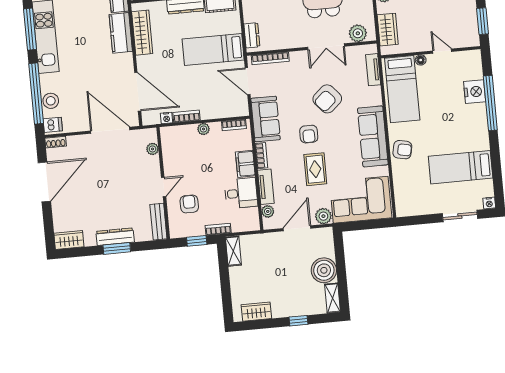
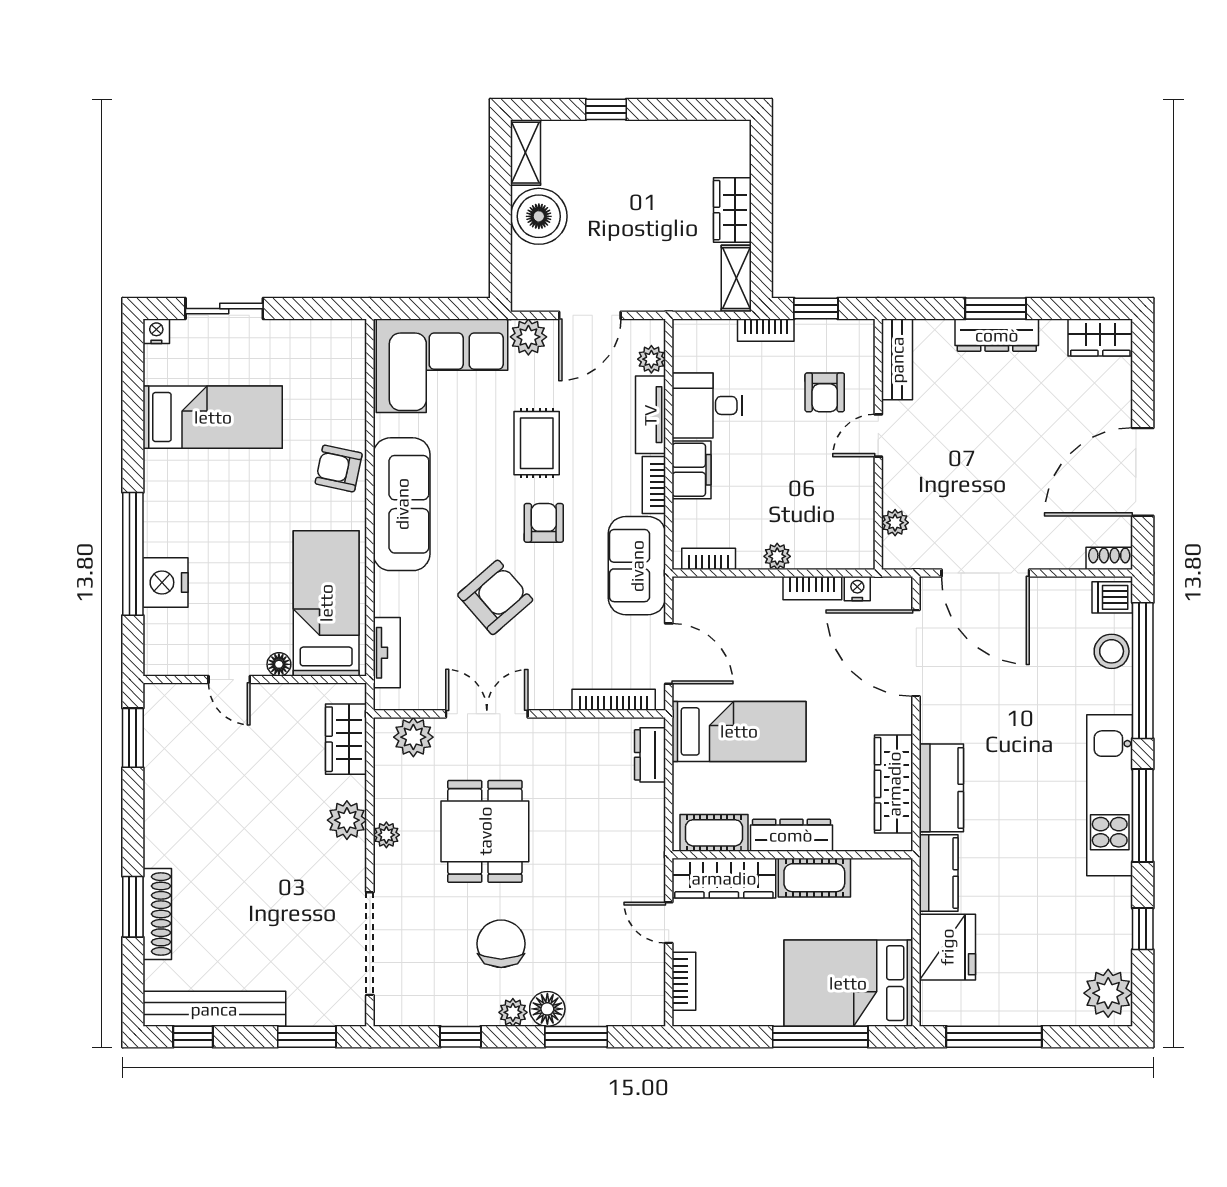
wardrobe: (256, 312) -> (732, 210), moved, turned 90

